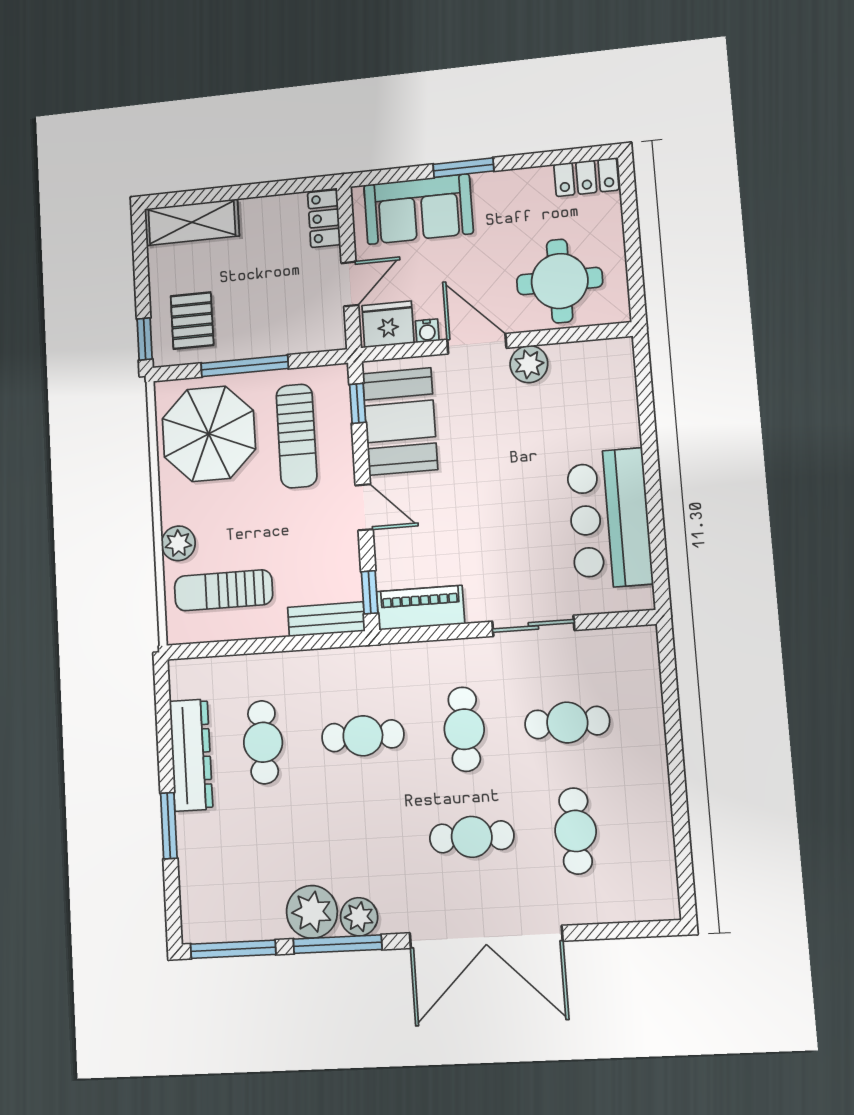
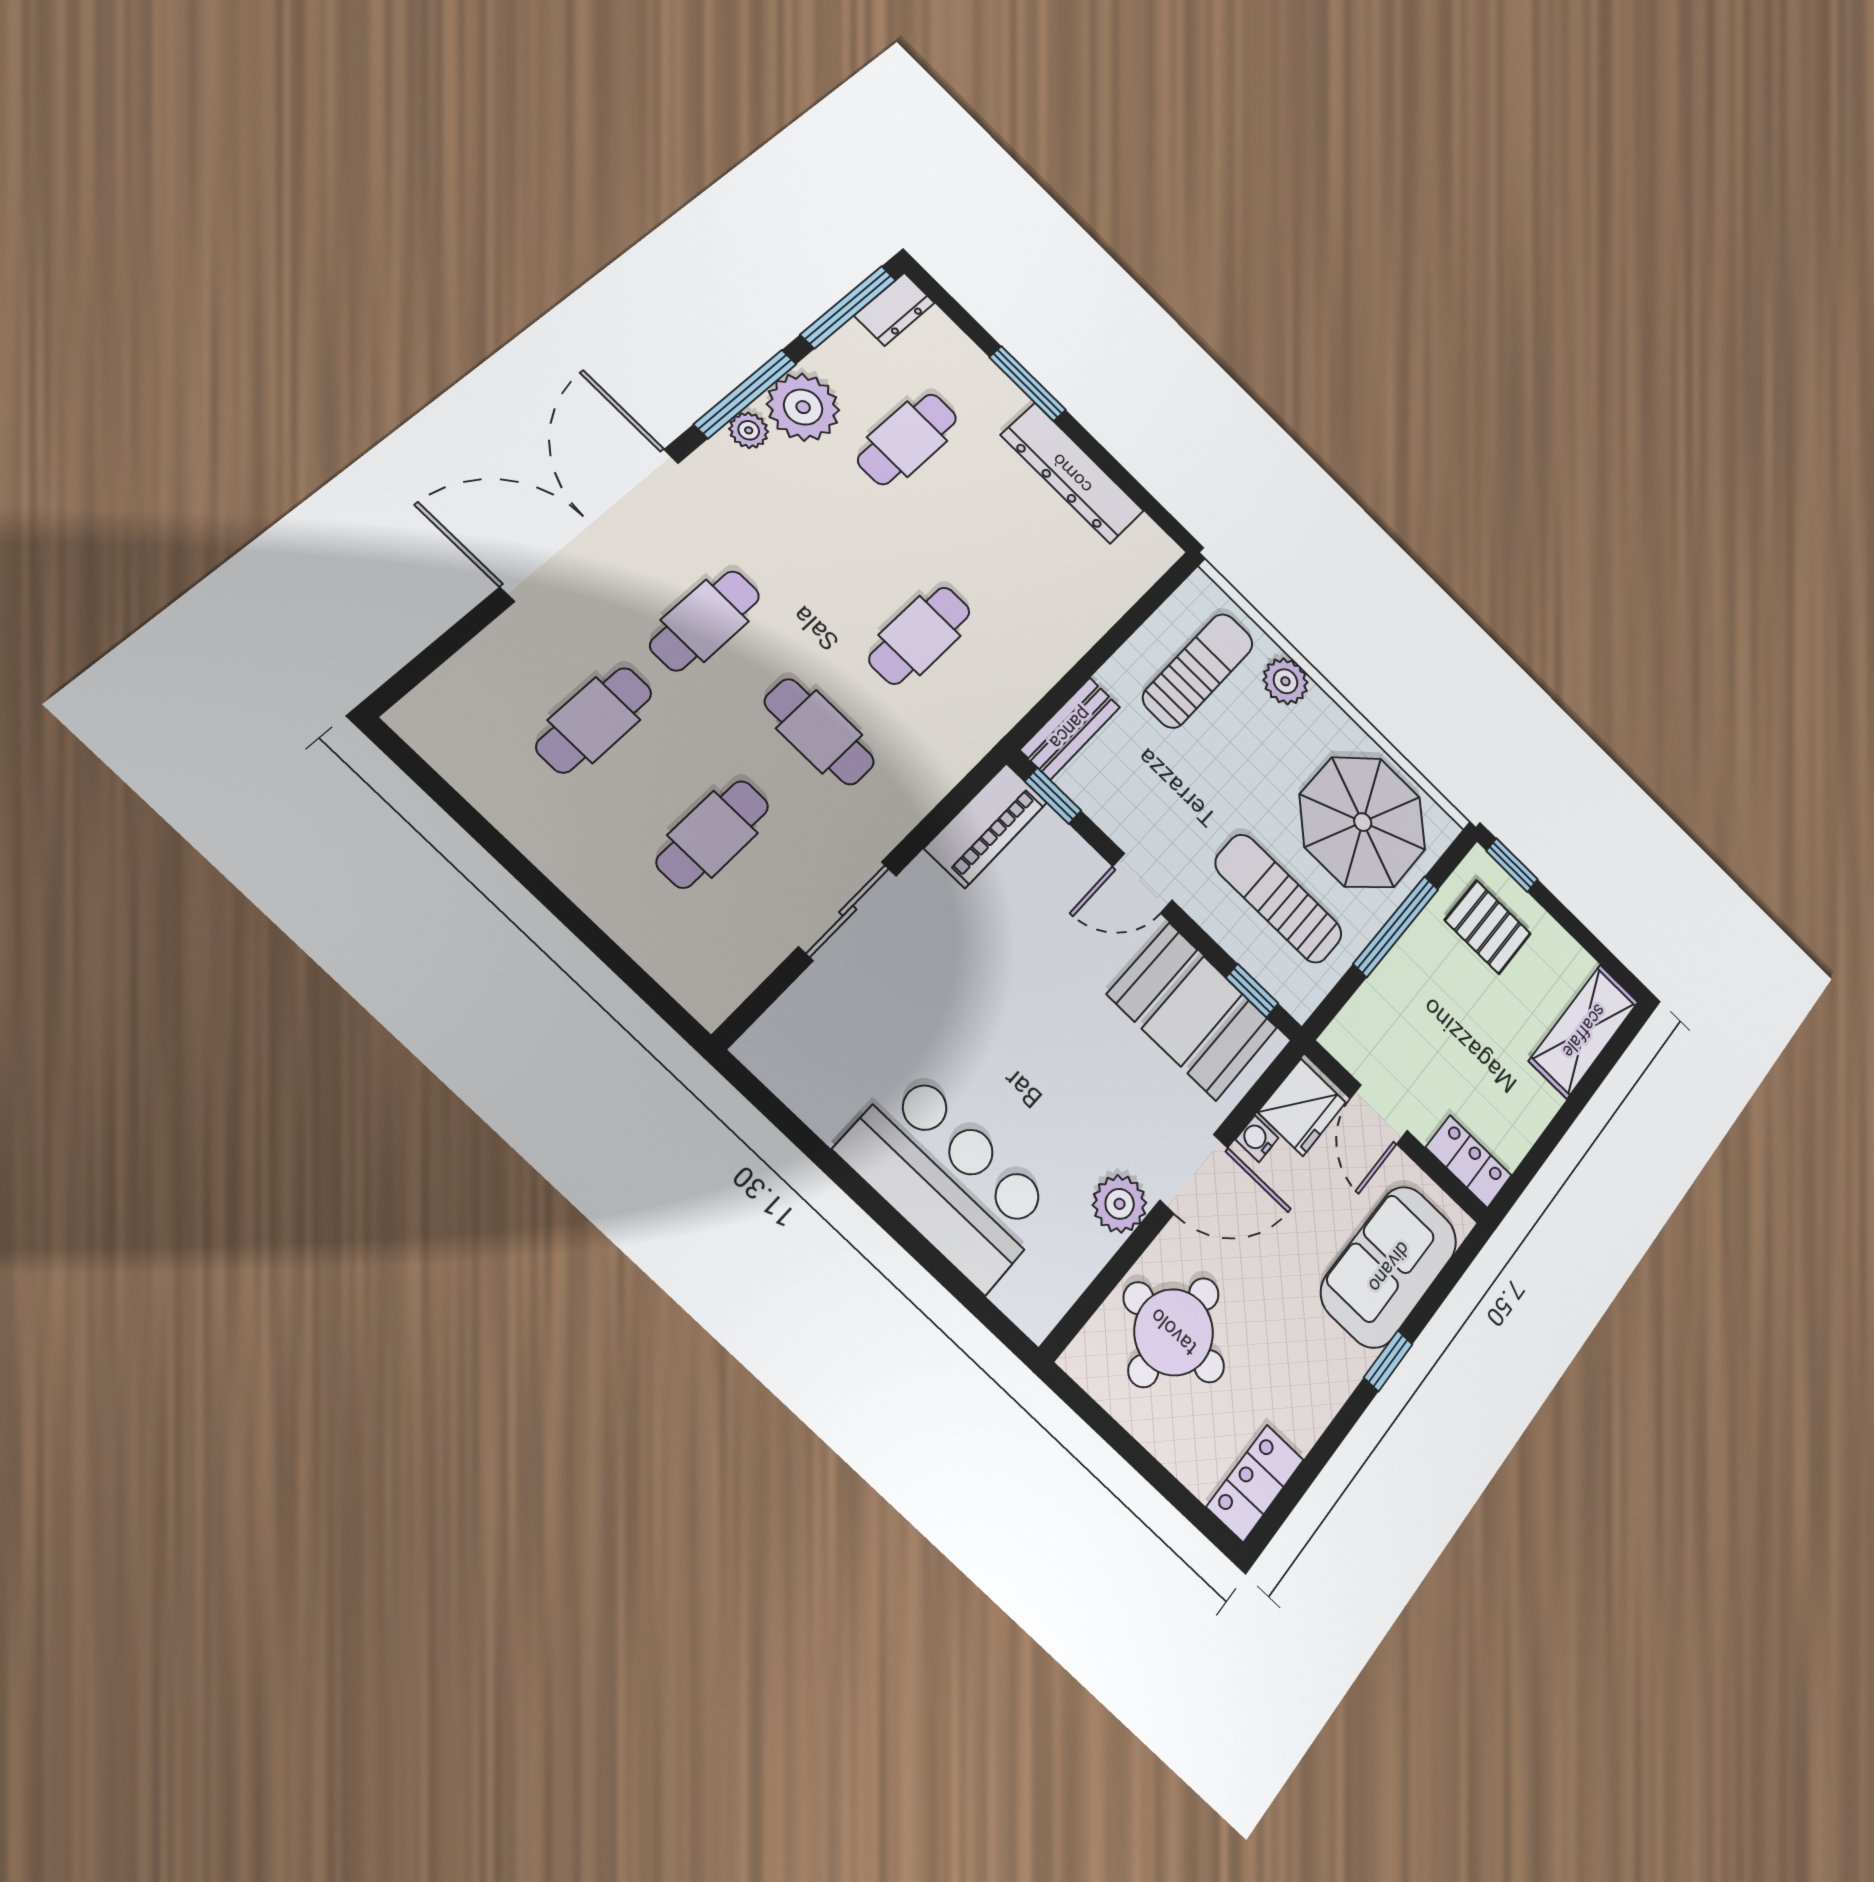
window: (463, 168) -> (1388, 1361), width x0.67
bar counter: (609, 519) -> (947, 1179), moved
cafe table: (263, 742) -> (907, 439), moved, turned 90
cafe table: (576, 831) -> (594, 720), turned 90
plant: (359, 917) -> (749, 430), width x0.73, depth x0.73
dresser: (207, 928) -> (895, 309), added

